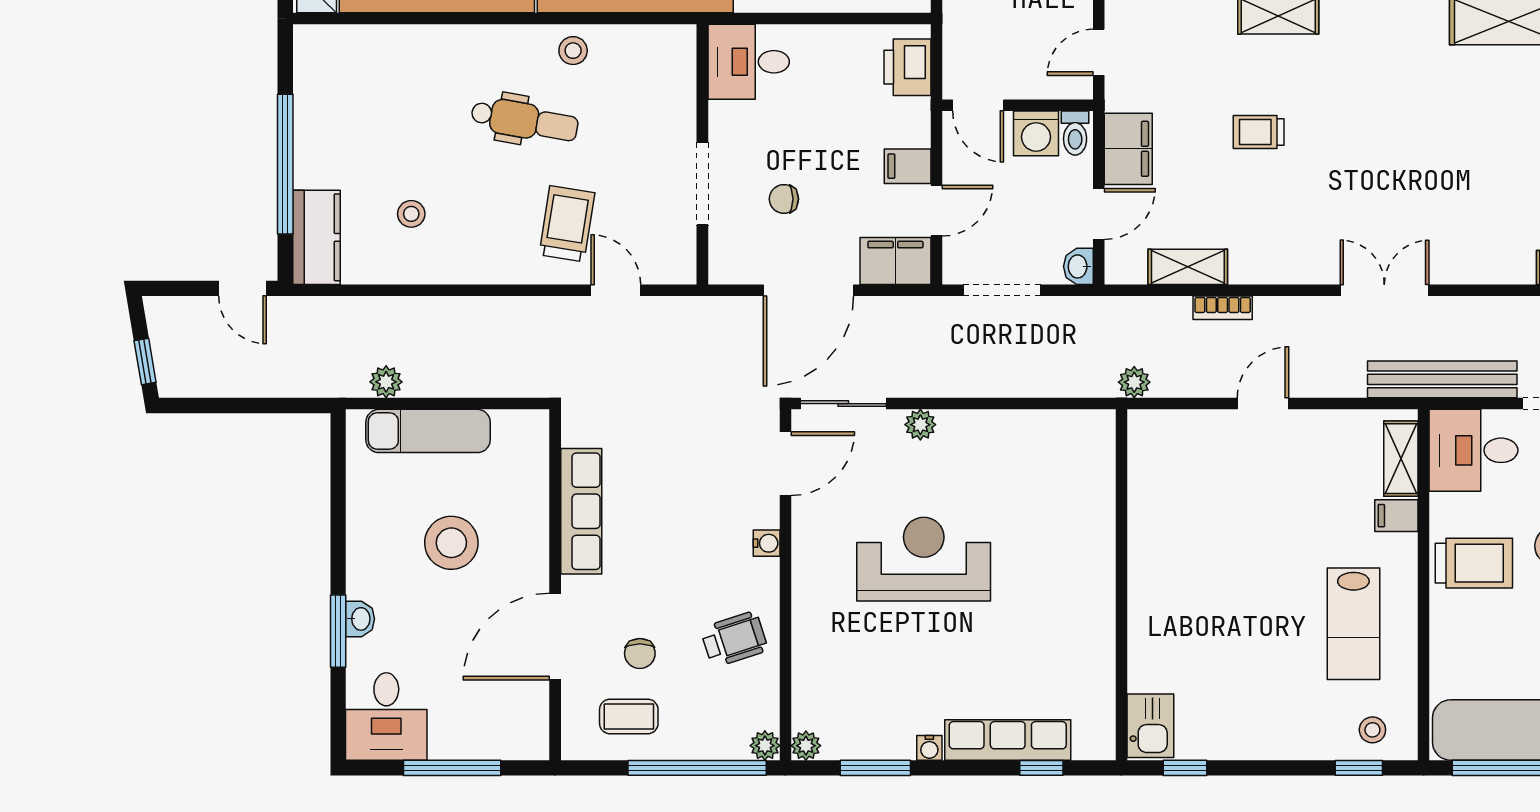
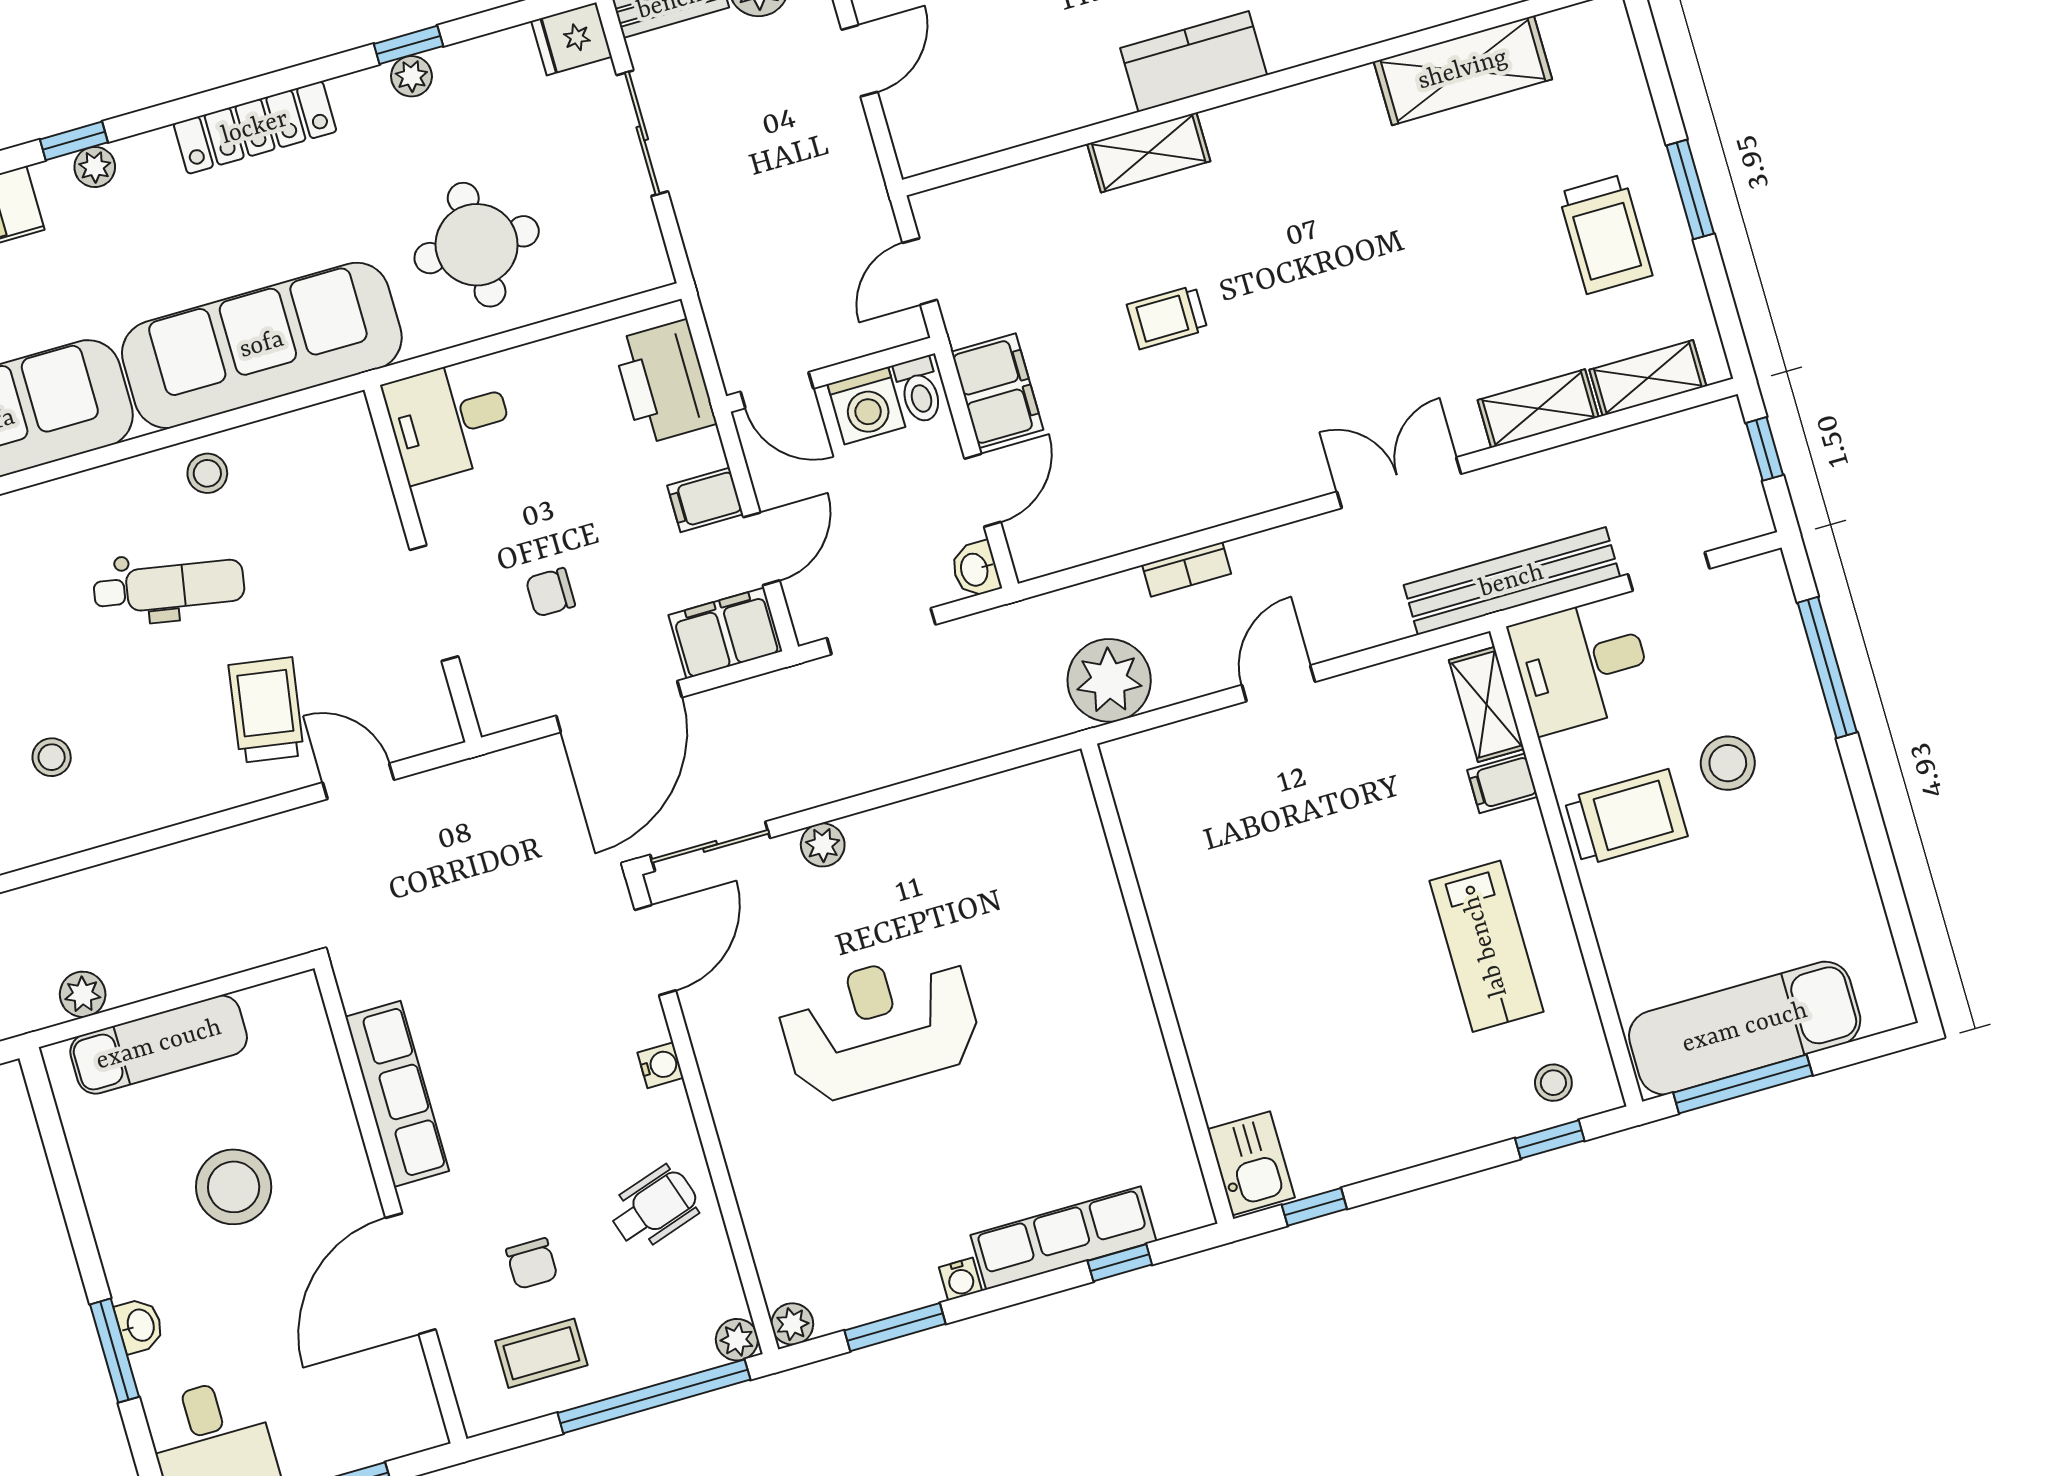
printer: (907, 67) -> (664, 382), width x1.37, depth x1.19
shelving: (1188, 267) -> (1538, 409), moved
plant: (1134, 382) -> (1109, 680), width x1.87, depth x1.87

